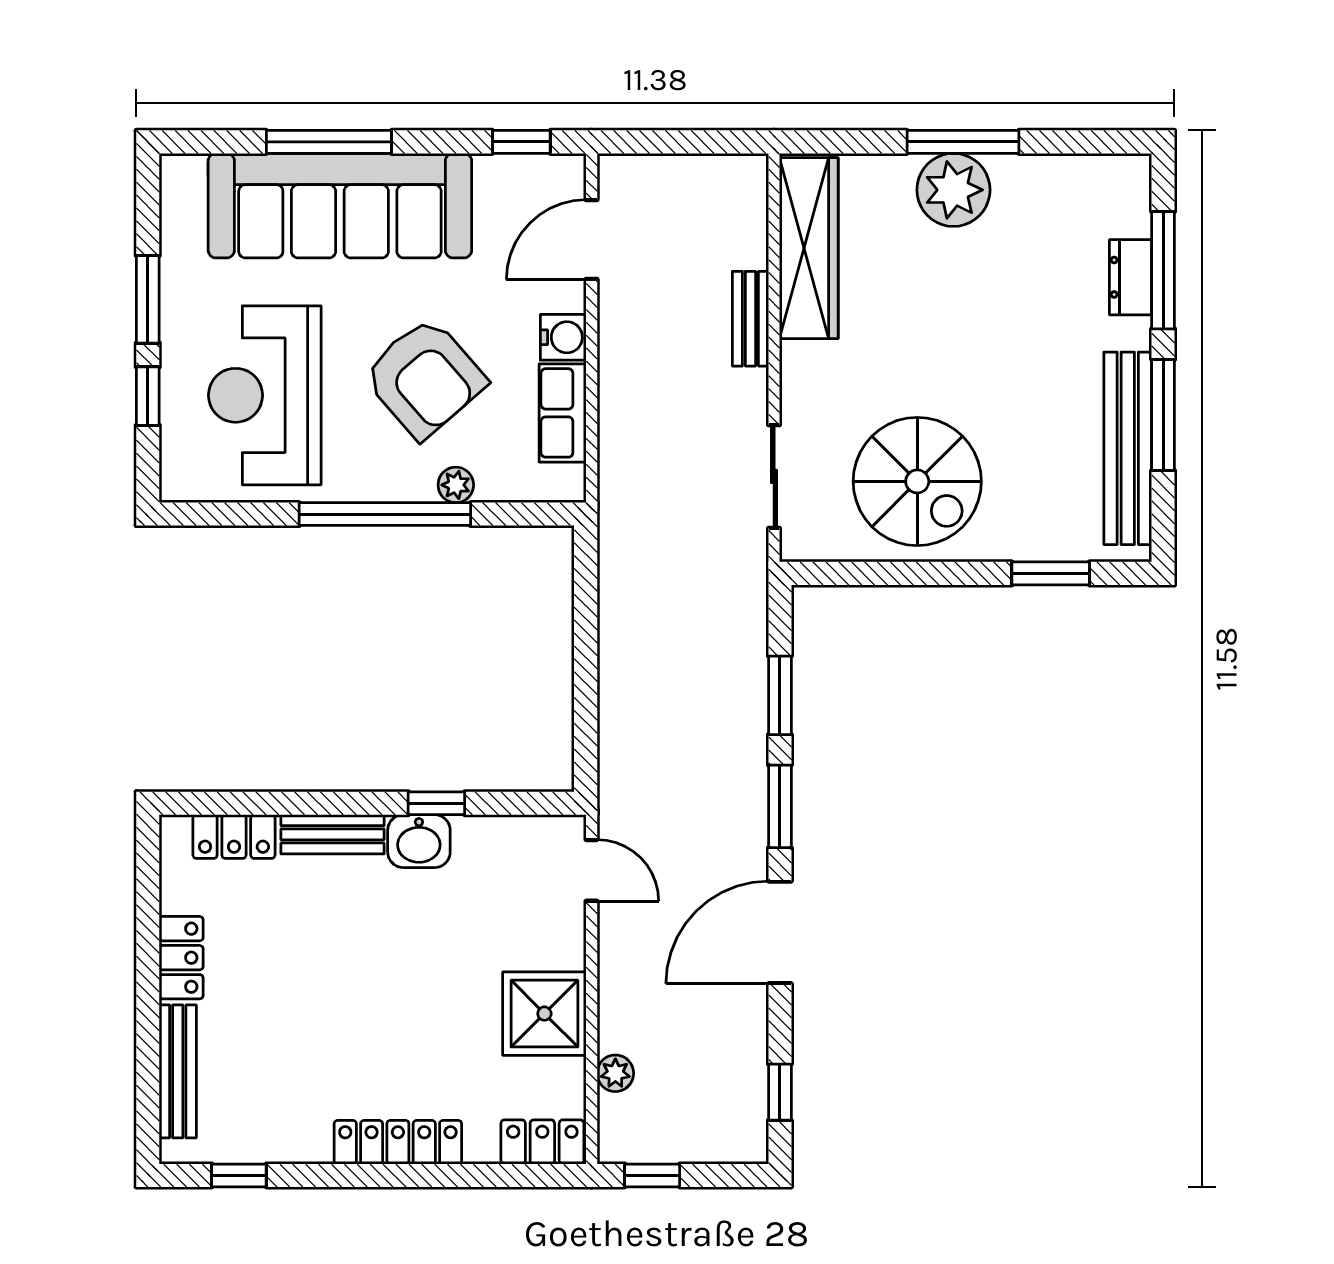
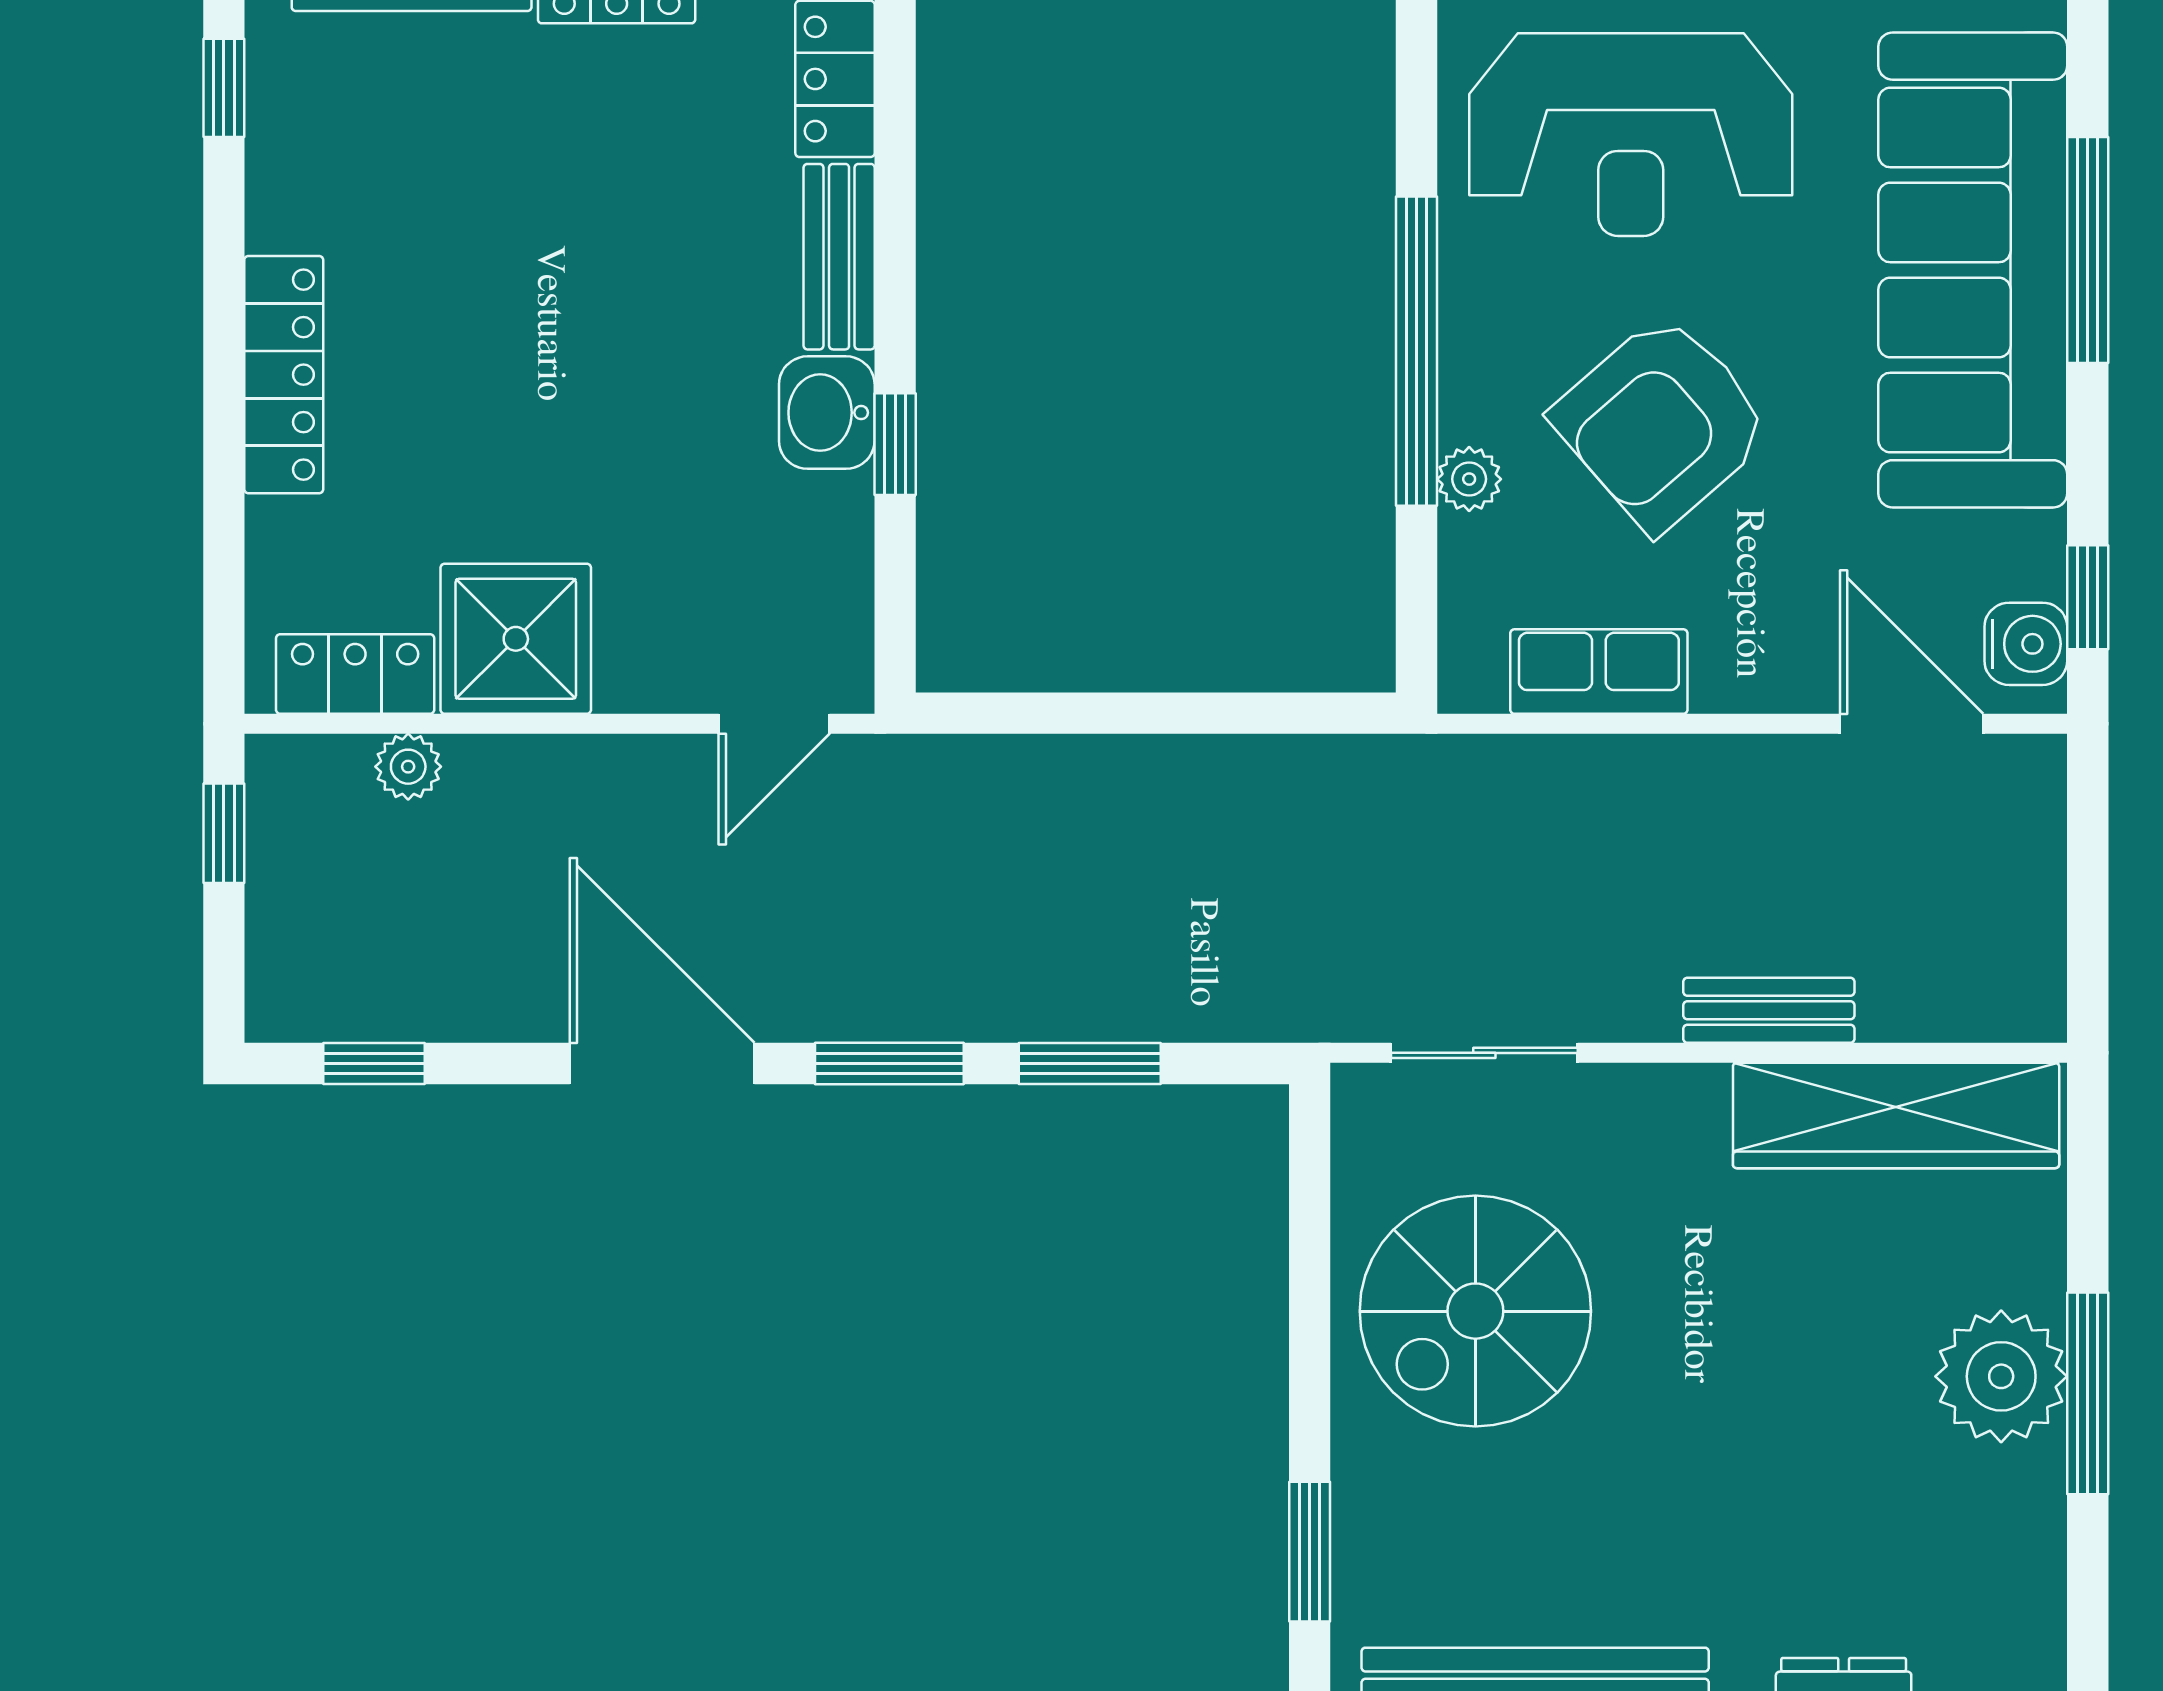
water cooler: (563, 337) -> (2026, 644), moved, turned -90
reception desk: (265, 395) -> (1631, 135), turned 180
locker: (542, 1142) -> (355, 674), moved, turned -90

